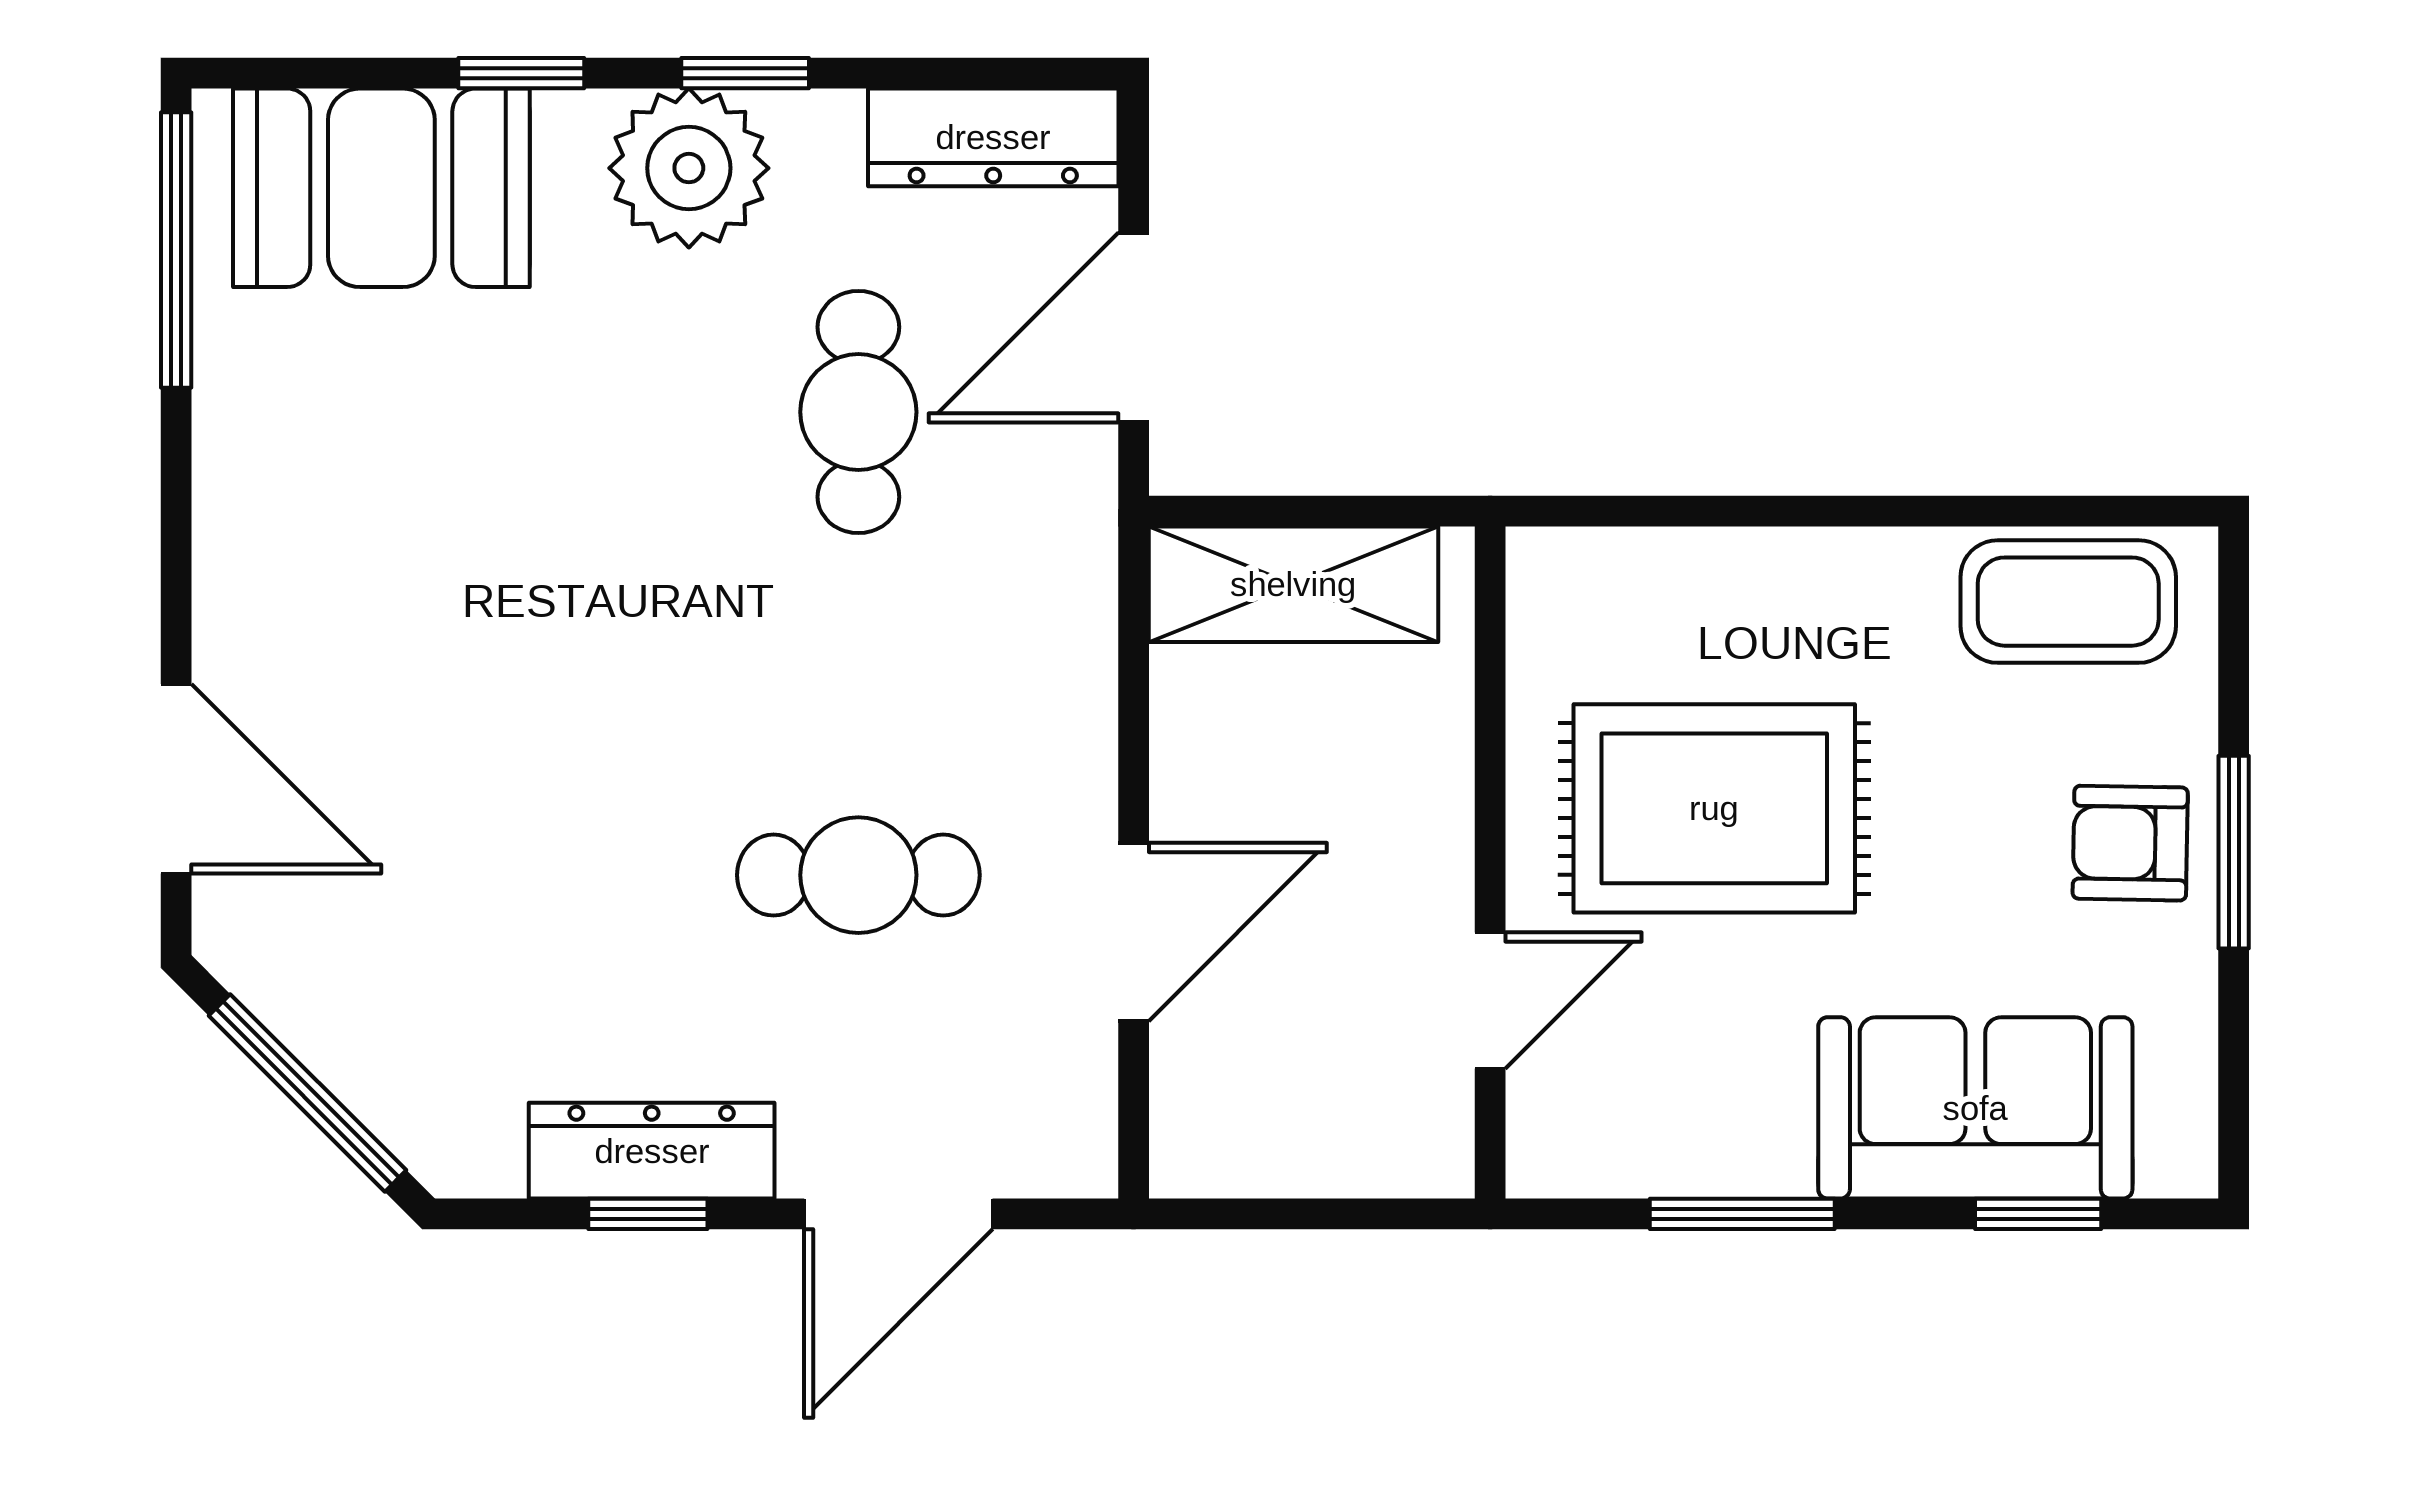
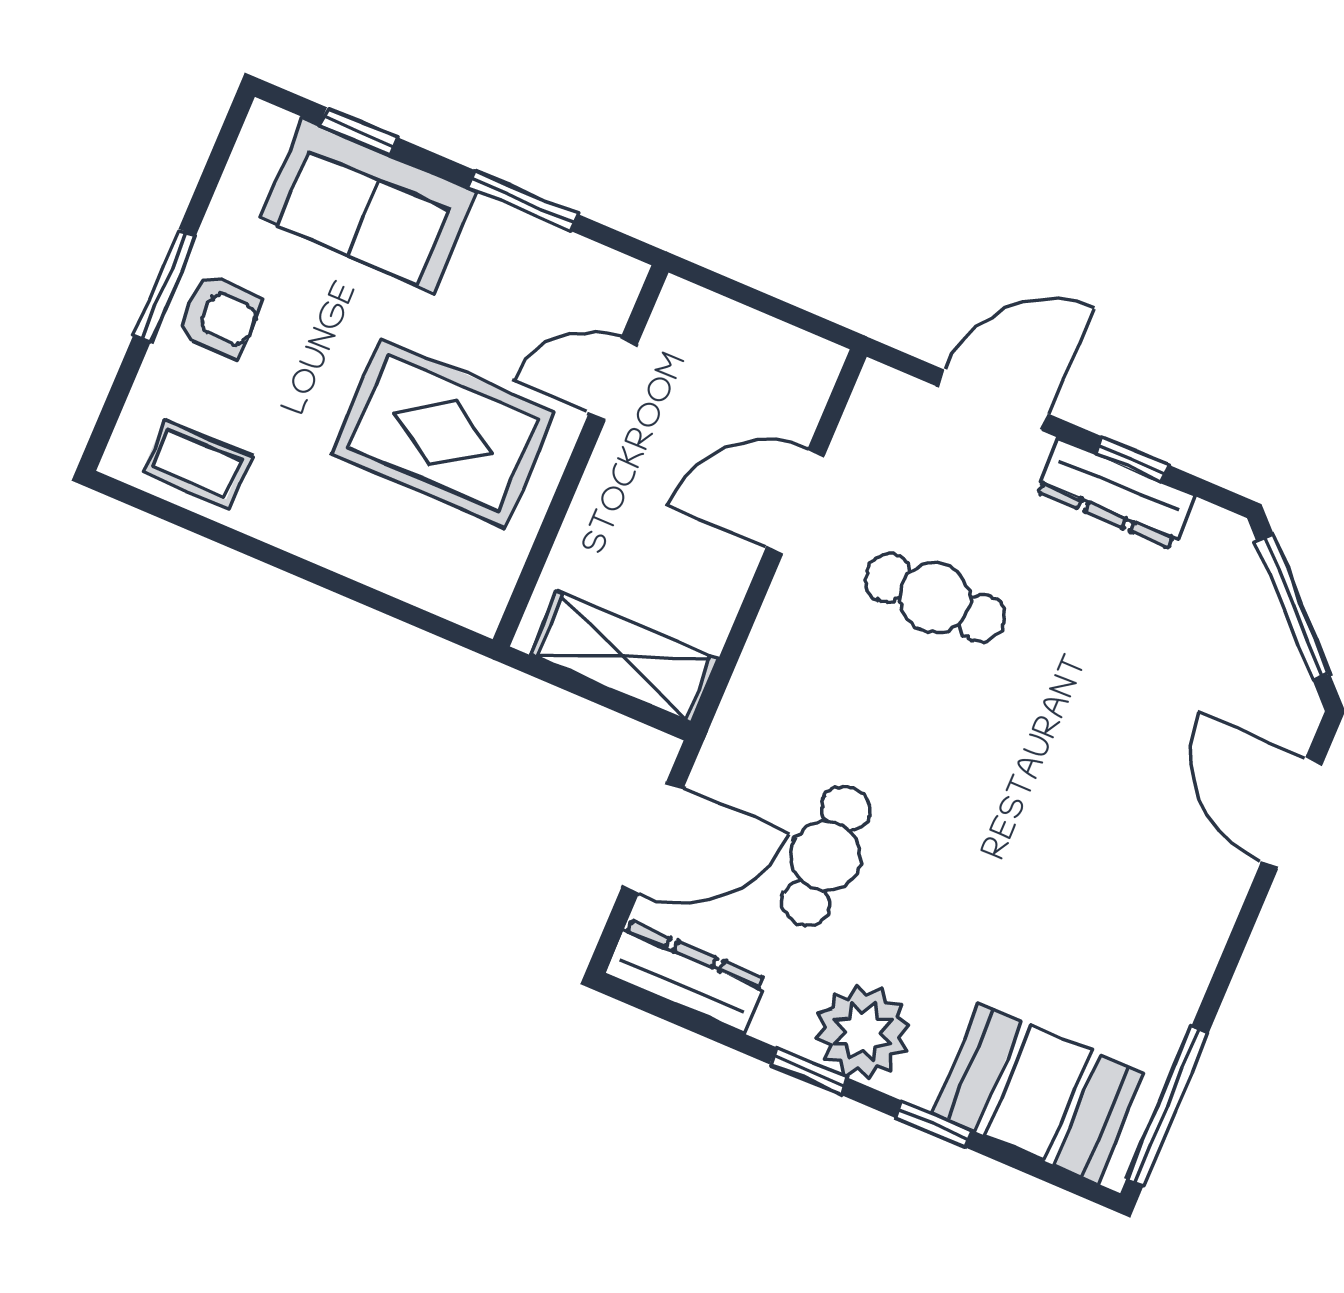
coffee table: (2068, 602) -> (197, 465), width x0.73, depth x0.77

